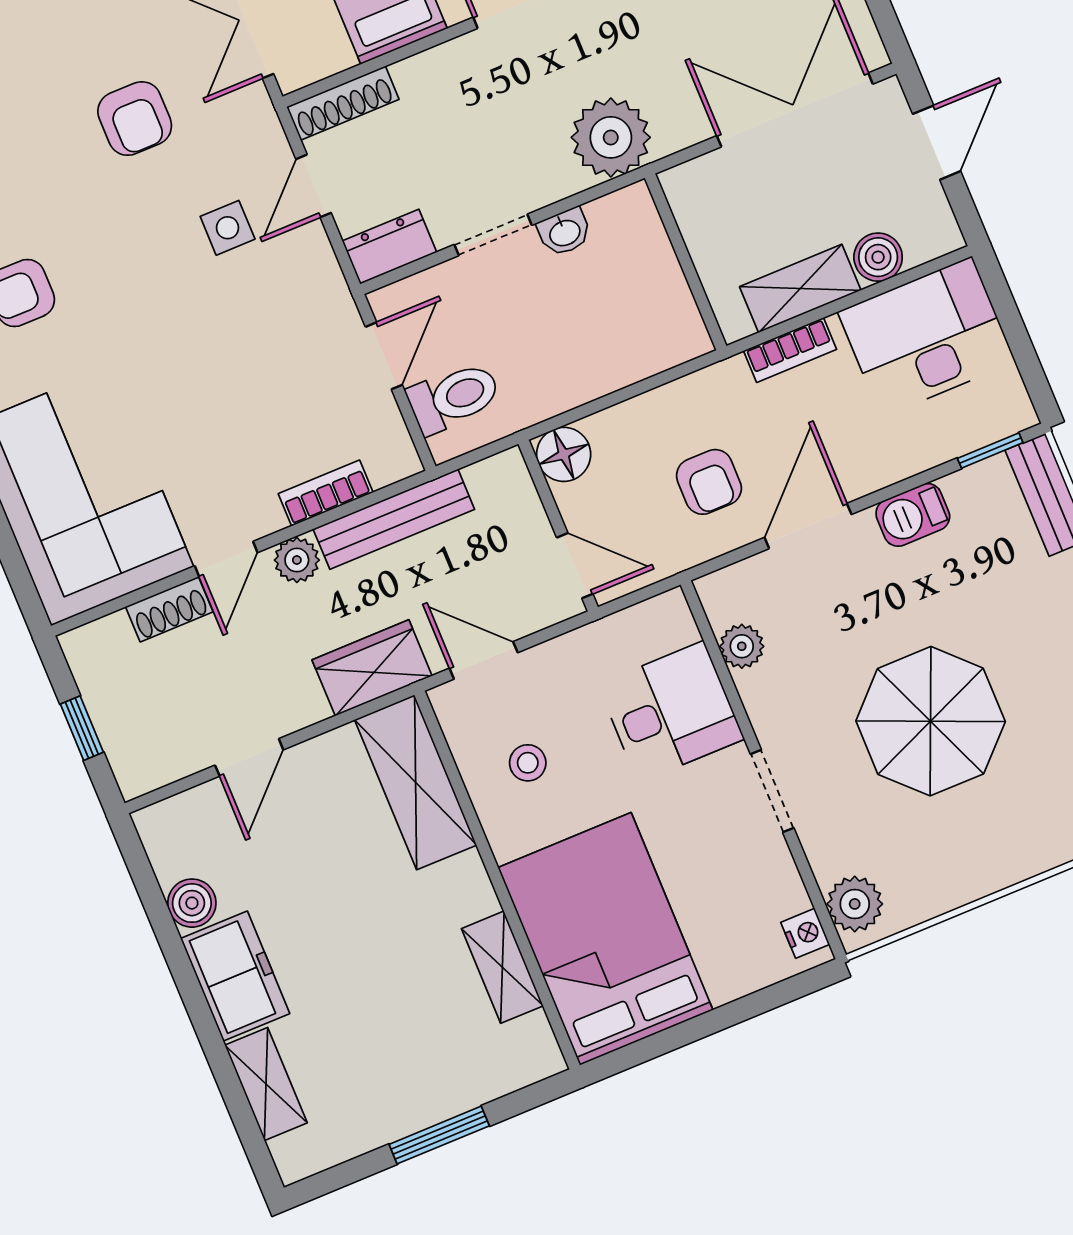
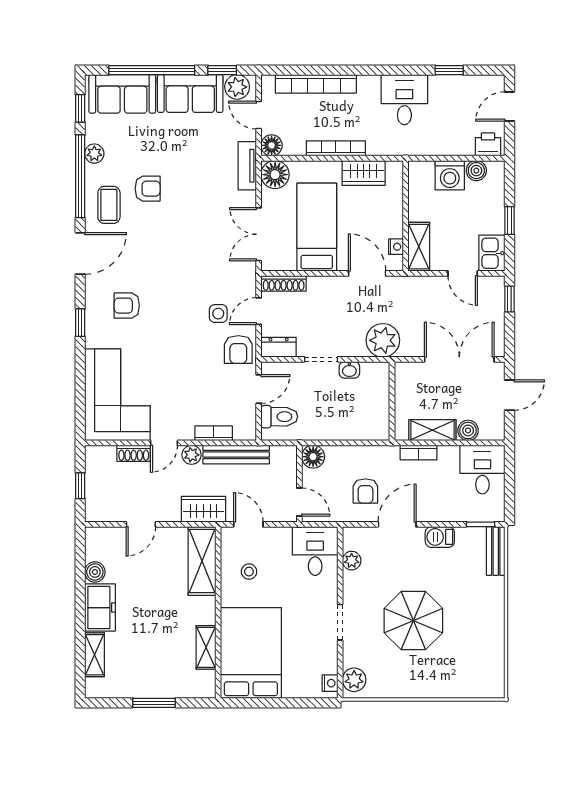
armchair: (135, 119) -> (238, 350), moved
desk: (927, 337) -> (482, 470), width x0.73
desk: (671, 712) -> (315, 551), moved, turned -90

